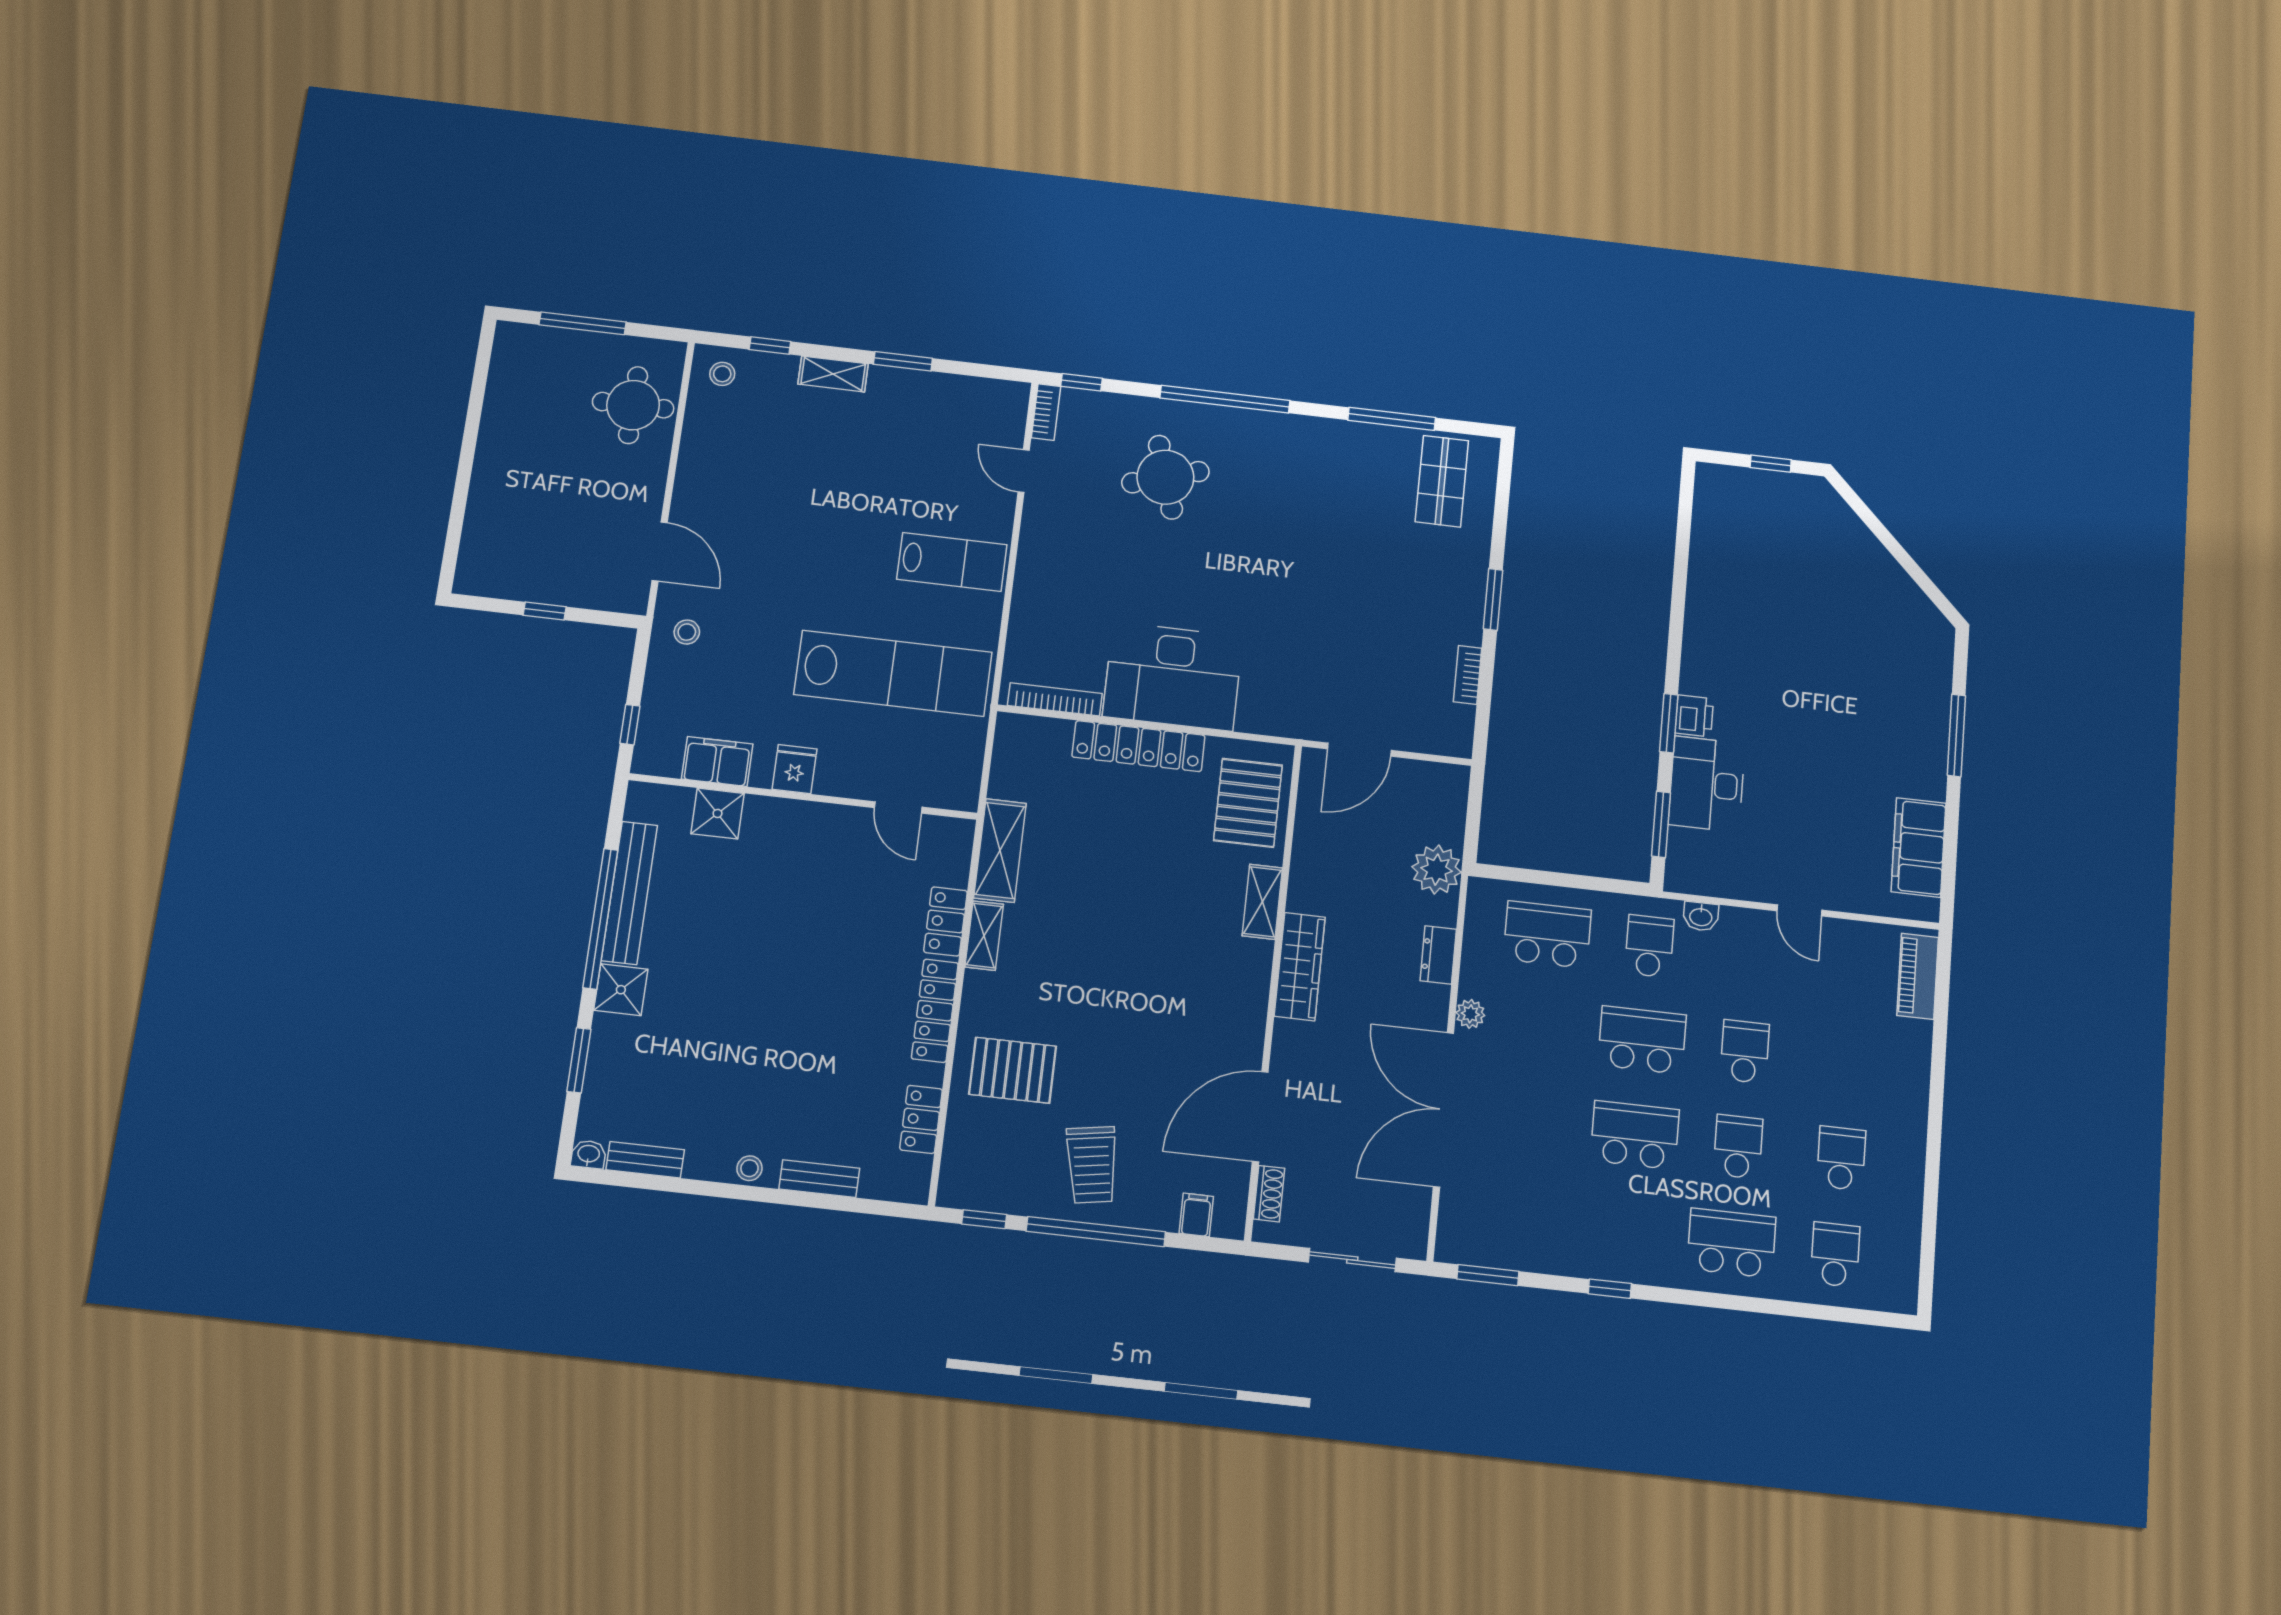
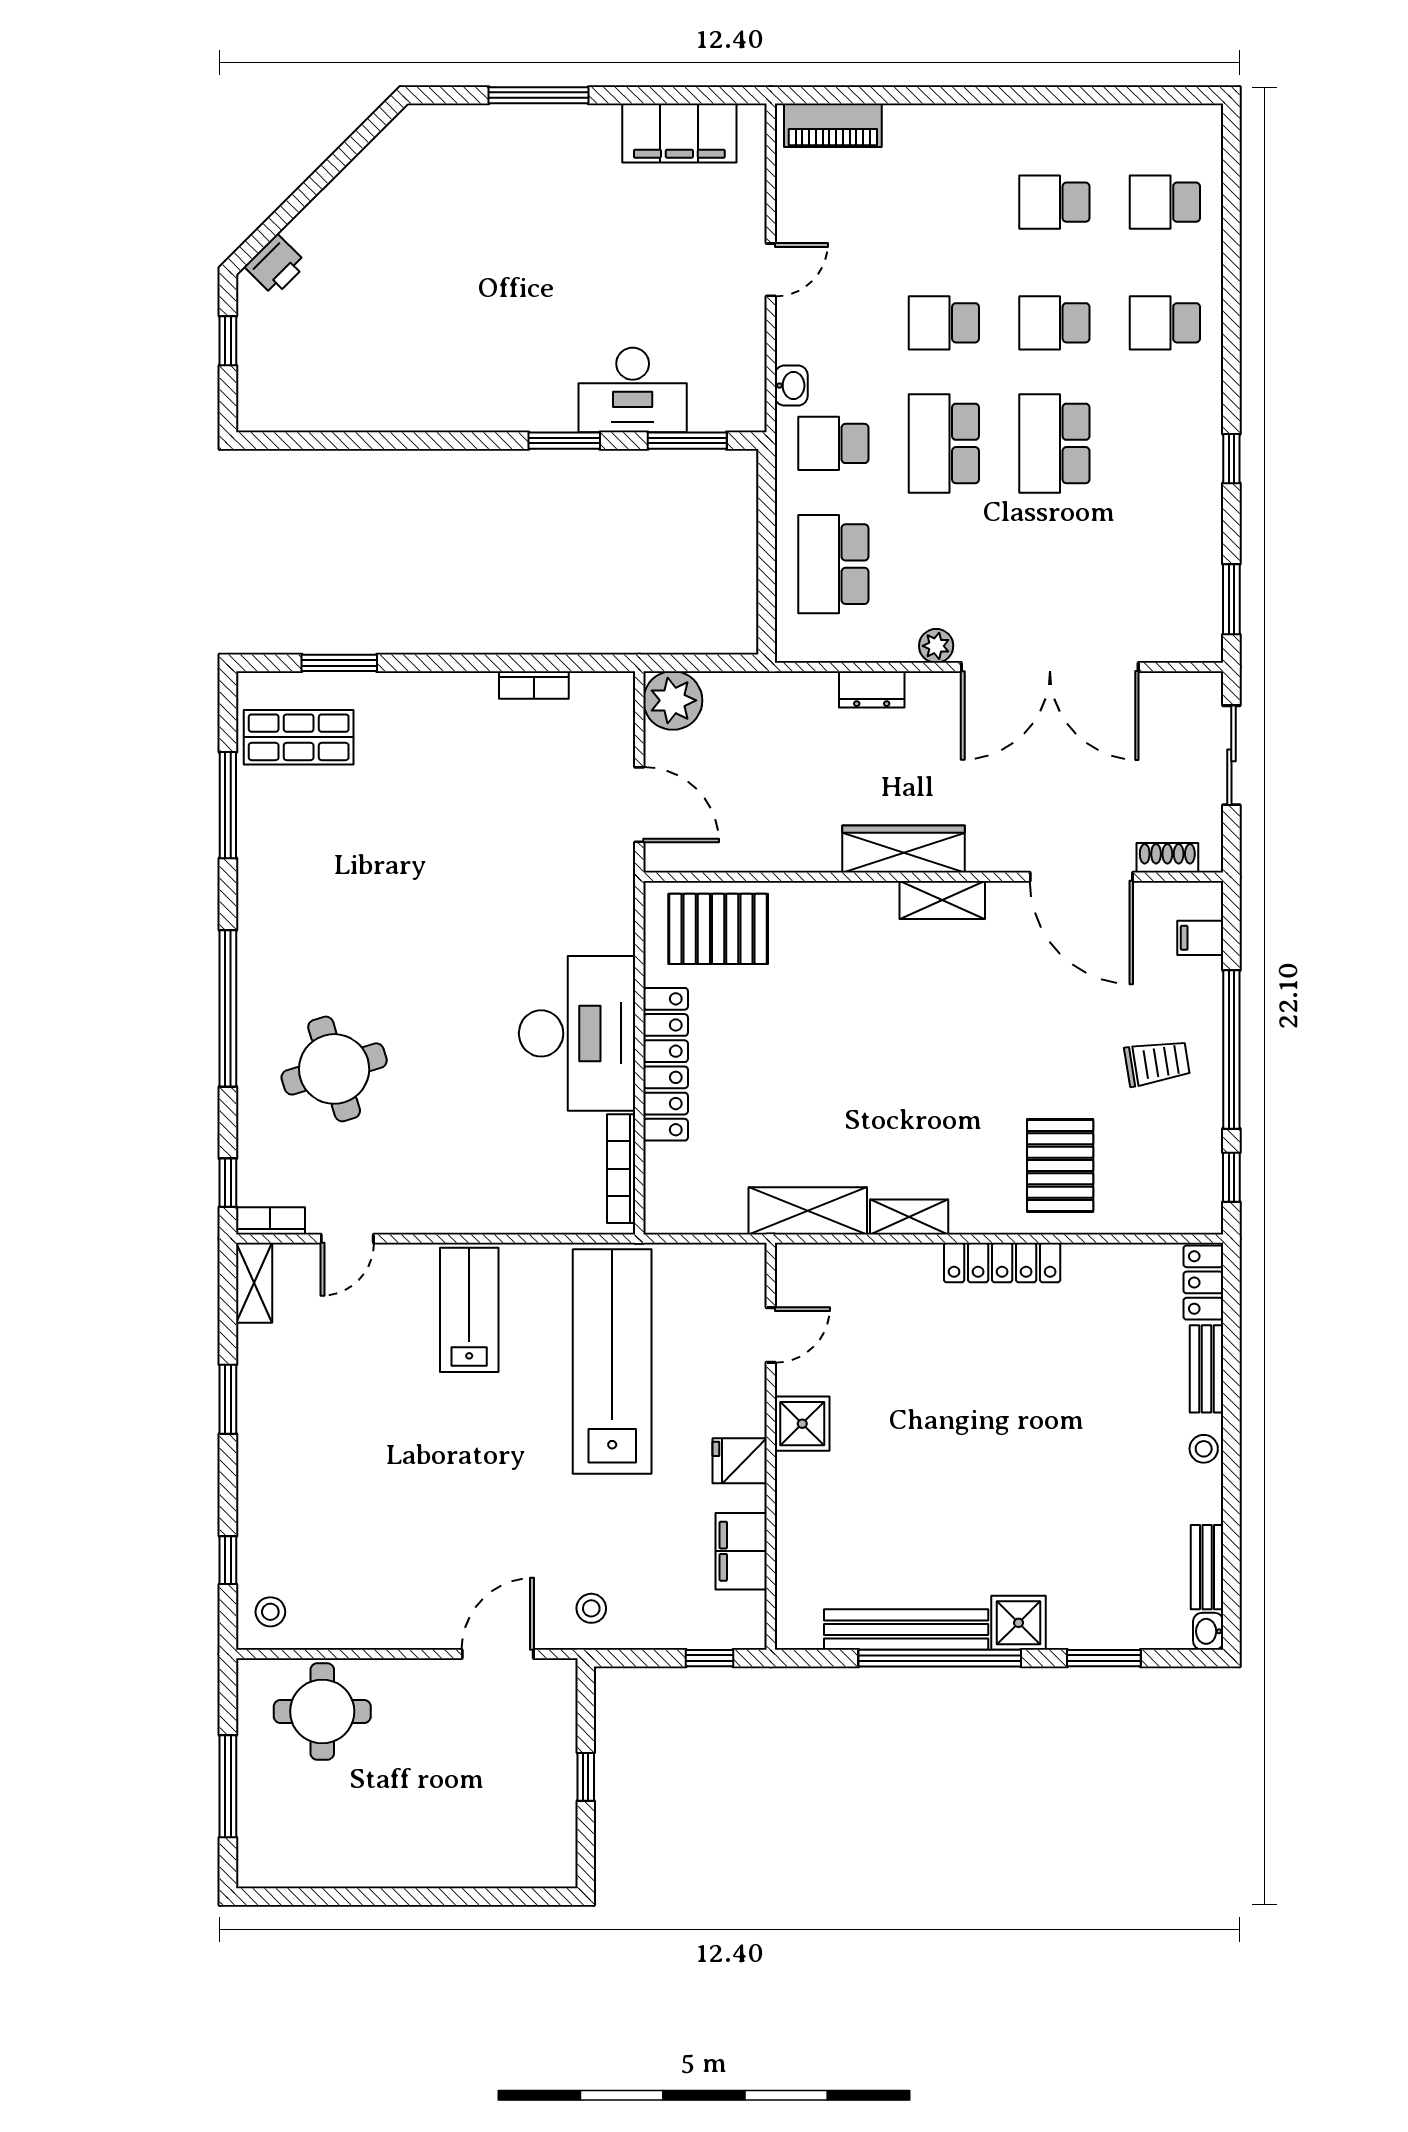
shelving: (833, 374) -> (254, 1283), moved
window: (1493, 599) -> (339, 663), moved
printer: (1694, 716) -> (276, 265), moved, turned 135
shower: (718, 813) -> (802, 1424), moved
plant: (1437, 870) -> (673, 700), moved
shelving: (1262, 902) -> (942, 900), moved
locker: (945, 921) -> (898, 1263), removed
locker: (921, 1119) -> (1203, 1282), moved, turned 90
trolley: (1092, 1165) -> (1157, 1063), width x0.73, depth x0.72
school desk: (1731, 1243) -> (1165, 323), width x0.54

